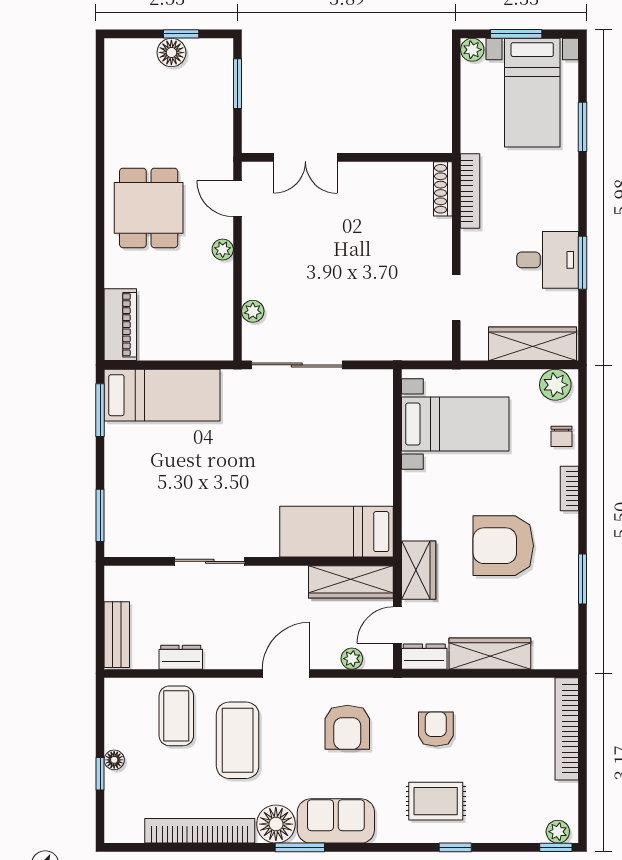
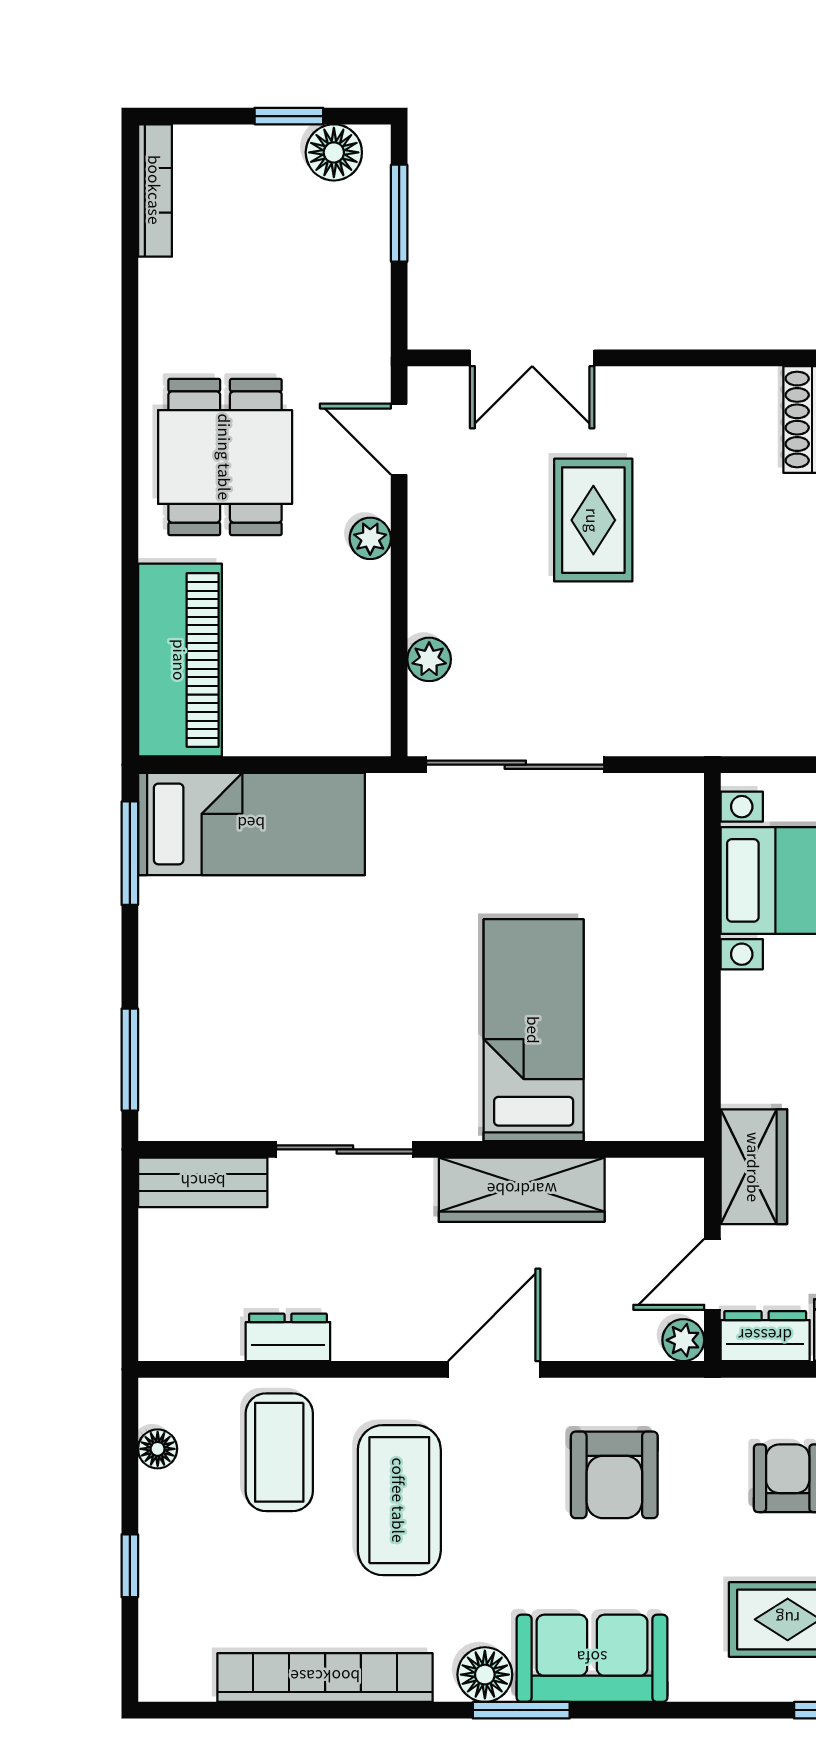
floor lamp: (171, 53) -> (334, 152), moved
bookcase: (113, 72) -> (155, 190), added
rug: (337, 240) -> (593, 520), added
piano: (120, 325) -> (180, 660), width x1.37, depth x1.33
bed: (336, 532) -> (534, 1030), moved, turned 90
wardrobe: (351, 582) -> (522, 1190), moved
bench: (117, 635) -> (203, 1182), moved, turned 90
plant: (352, 659) -> (683, 1340), moved
floor lamp: (114, 760) -> (158, 1449), moved
floor lamp: (276, 824) -> (485, 1675), width x0.73, depth x0.73

